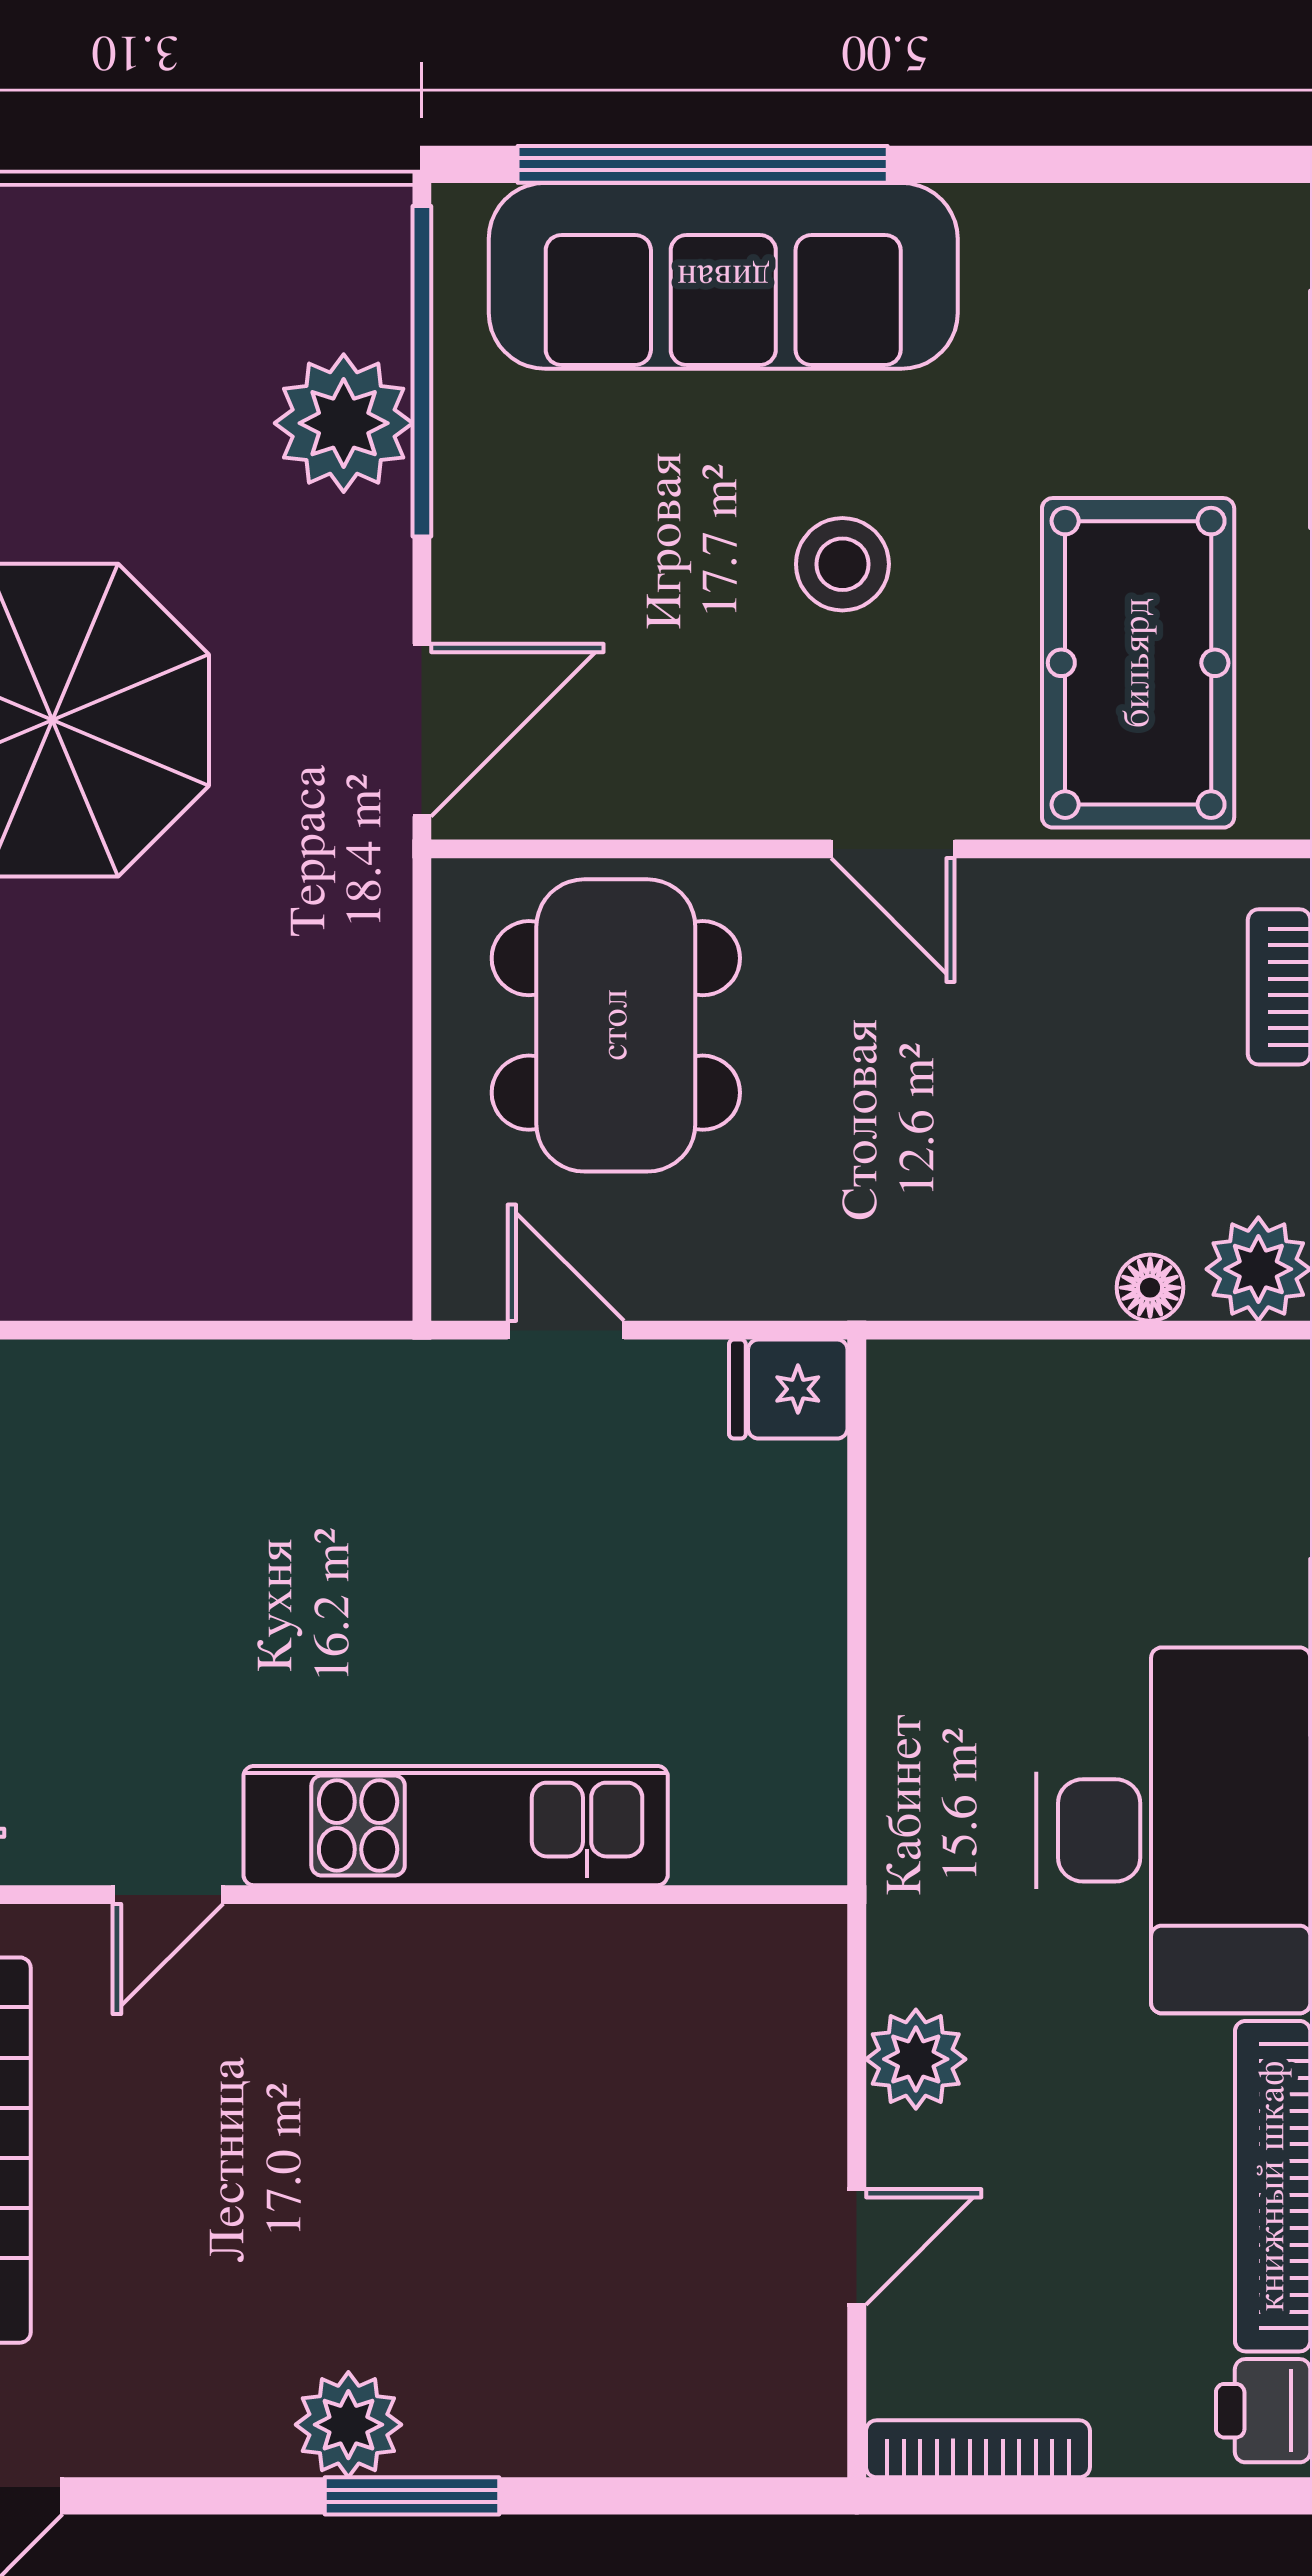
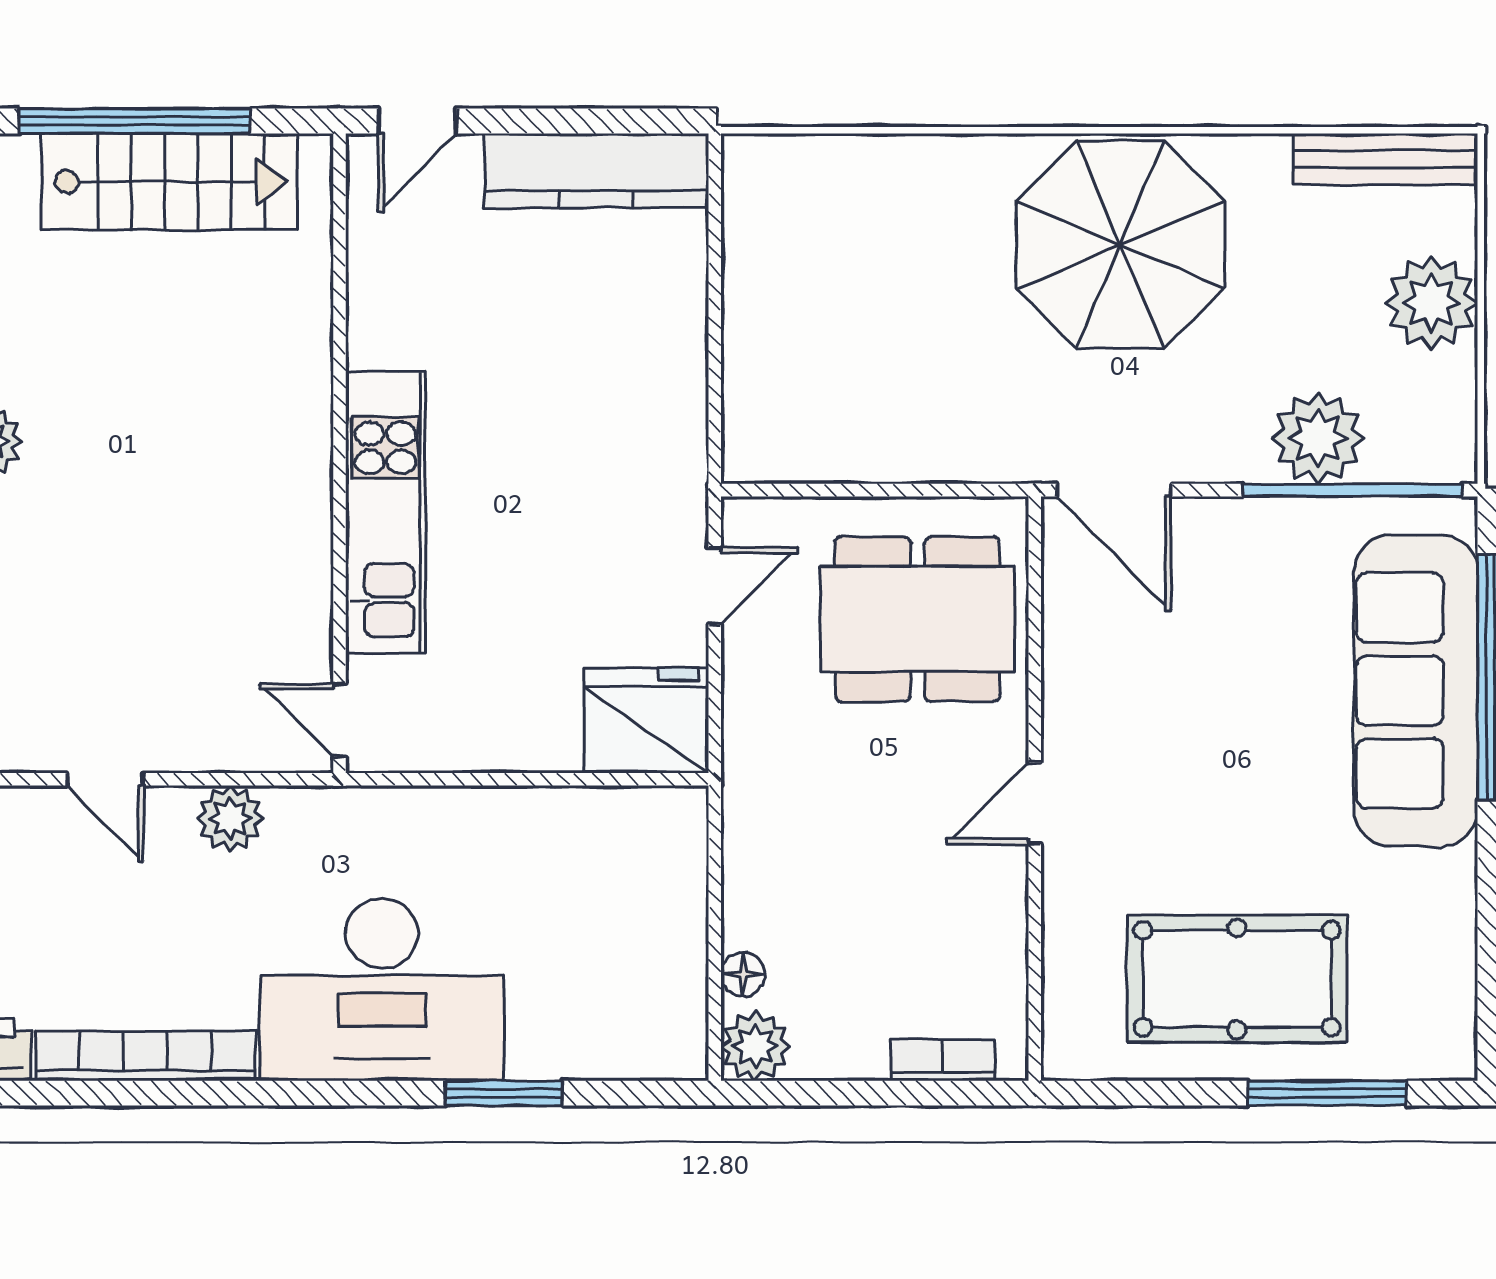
plant: (140, 253) -> (1431, 303), added
stool: (842, 564) -> (1224, 770), removed
pool table: (1138, 663) -> (1237, 979), moved
fridge: (788, 1389) -> (646, 720), width x1.88, depth x1.34
door: (168, 1895) -> (339, 720), moved

